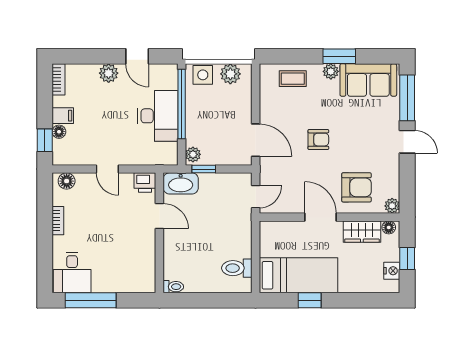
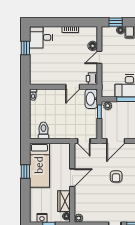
floor lamp: (67, 181) -> (93, 46), moved
armchair: (356, 187) -> (89, 198), removed
window: (91, 300) -> (25, 48), width x0.46

